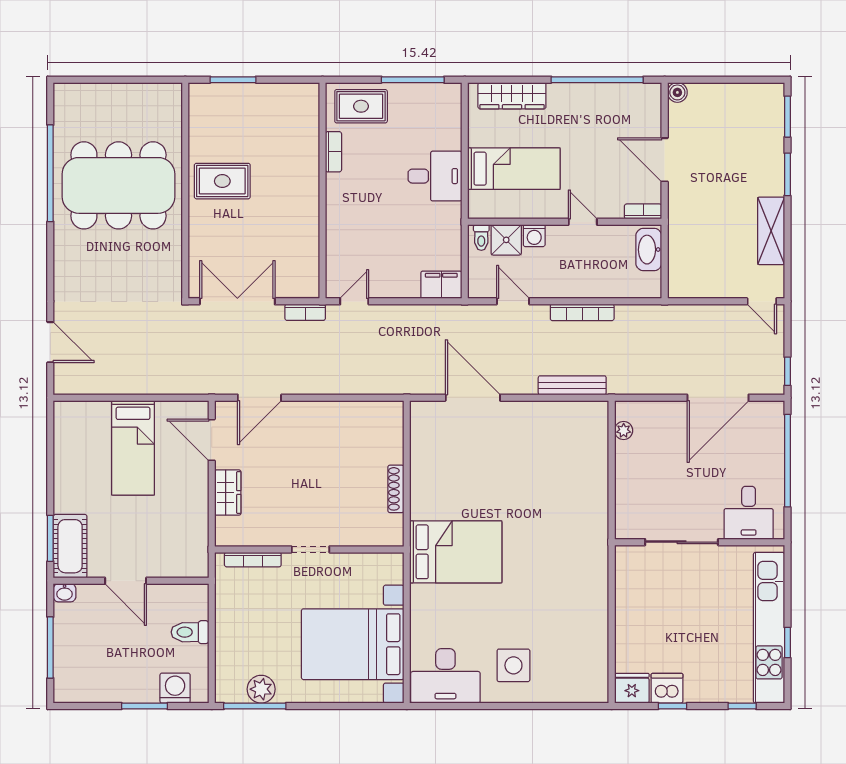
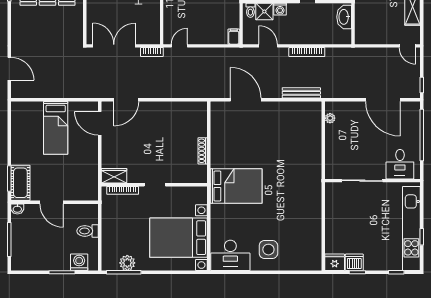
filing cabinet: (441, 285) -> (234, 37), width x0.50
door: (718, 398) -> (383, 100), hinge flipped
wardrobe: (228, 493) -> (114, 176), moved, turned -90

